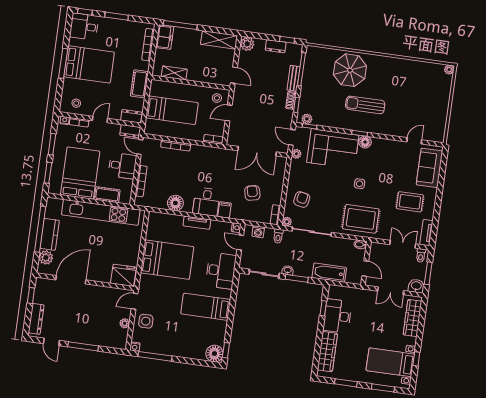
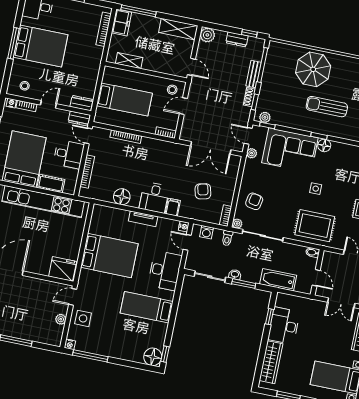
cot: (139, 84) -> (92, 70), removed

